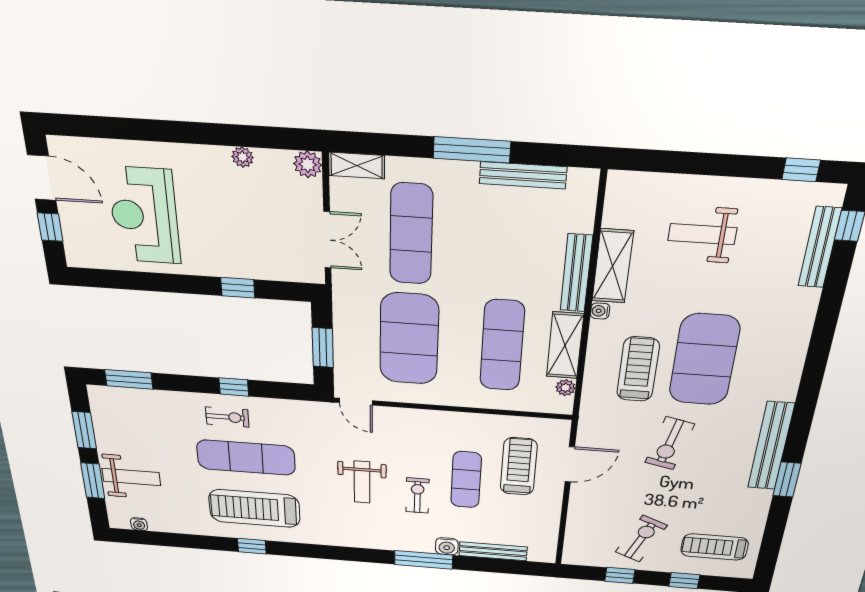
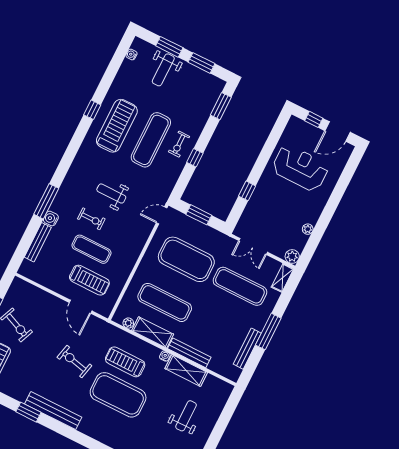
treadmill: (638, 369) -> (125, 362), turned 180

